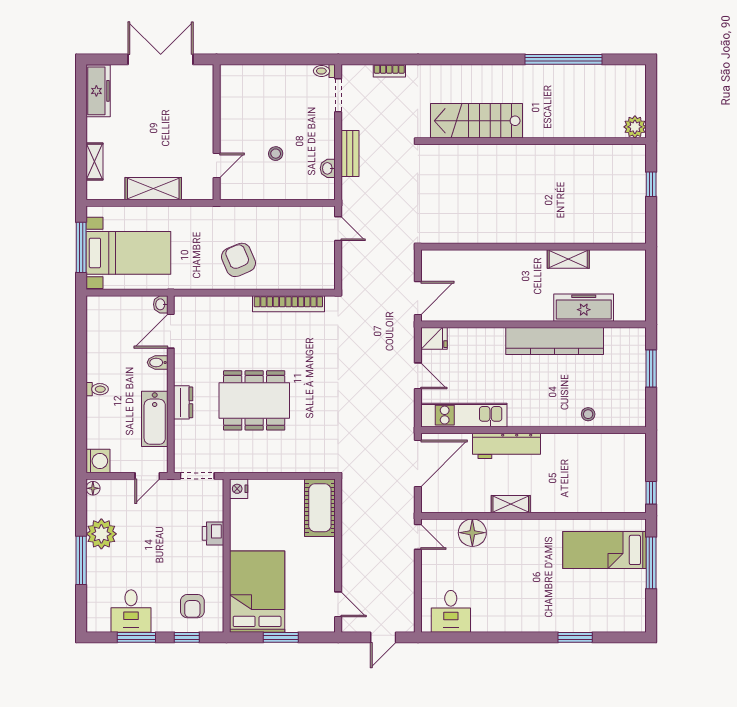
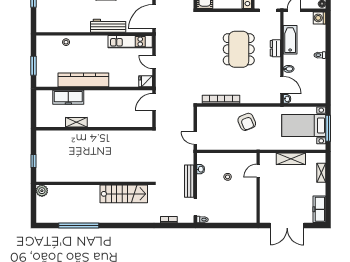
bench: (350, 154) -> (189, 181), width x1.36
door: (171, 331) -> (282, 85), hinge flipped
dining table: (254, 400) -> (239, 49), turned 90

